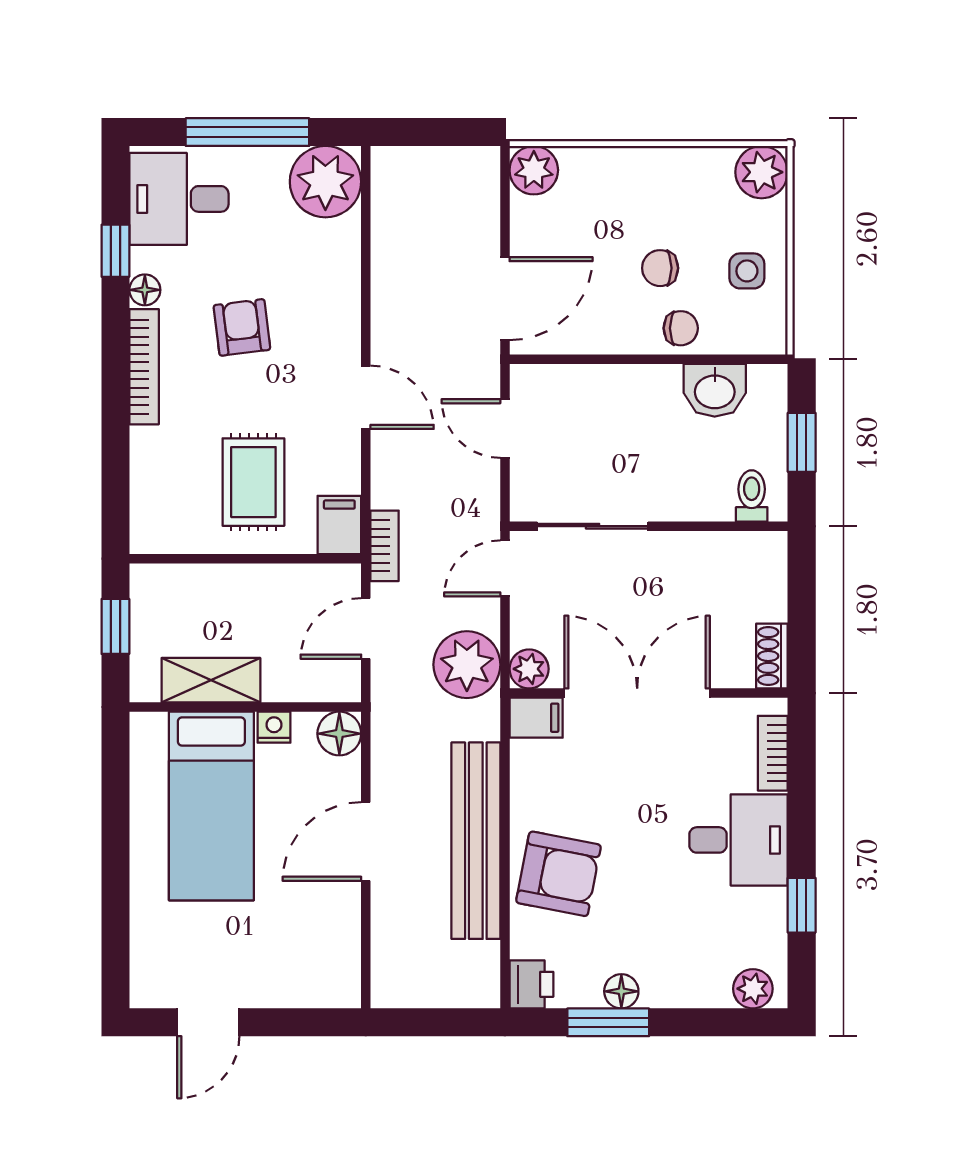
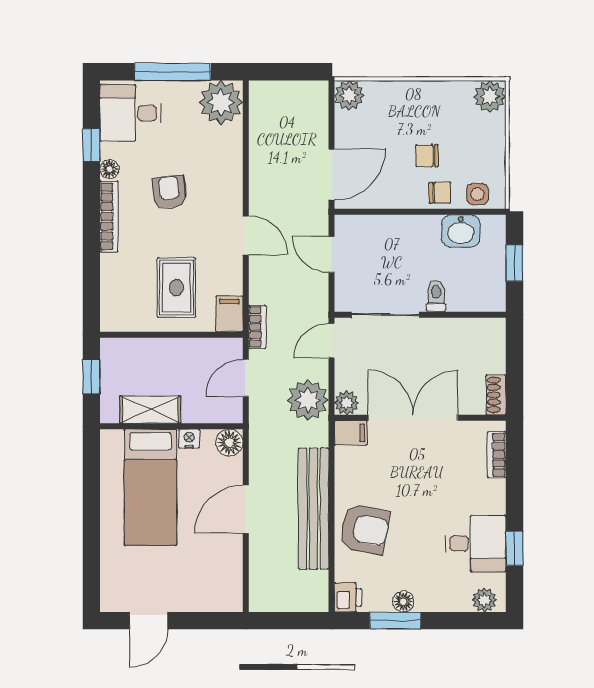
side table: (747, 271) -> (477, 194), moved
toilet: (752, 496) -> (436, 296), moved
desk: (739, 840) -> (475, 543), moved

